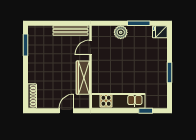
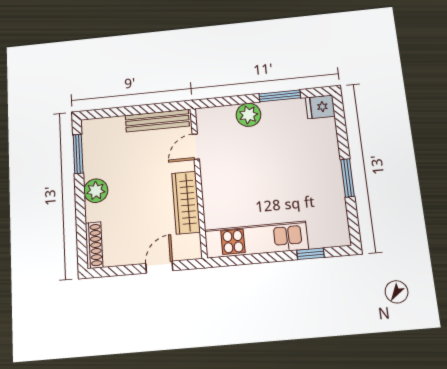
plant: (34, 67) -> (96, 191), added

